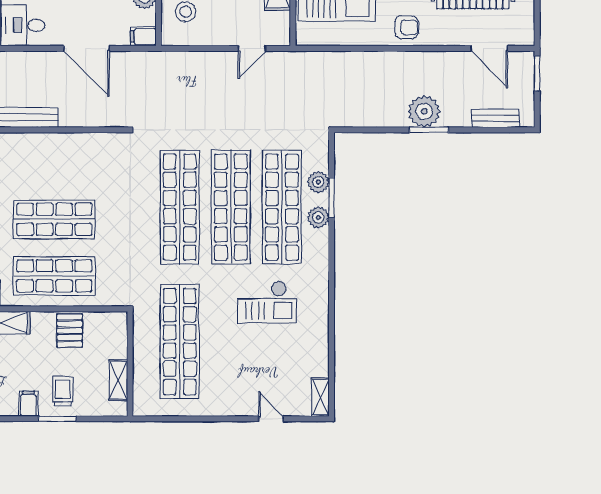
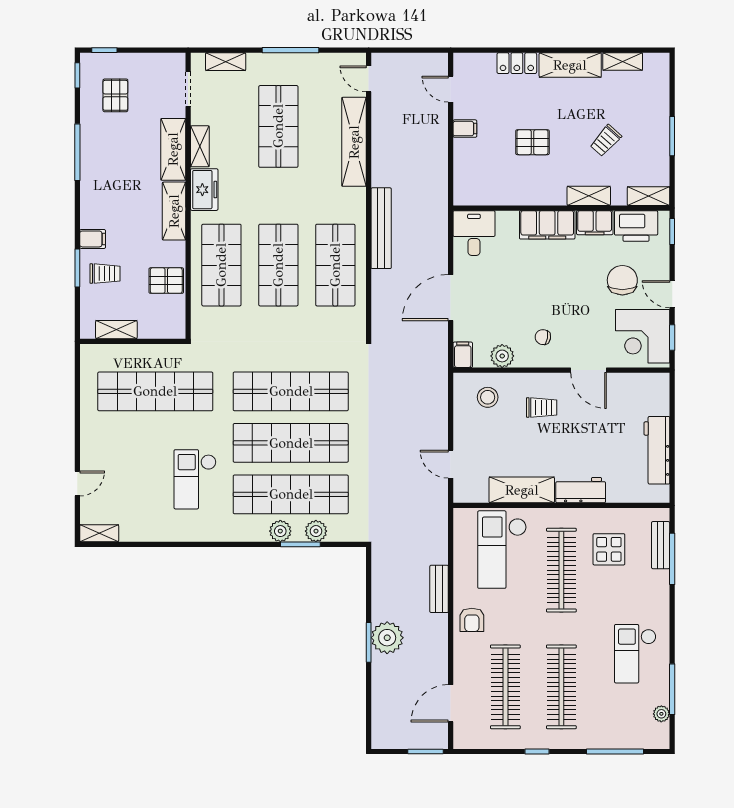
bench: (495, 118) -> (439, 589), moved
shop shelf: (54, 163) -> (335, 265), added

